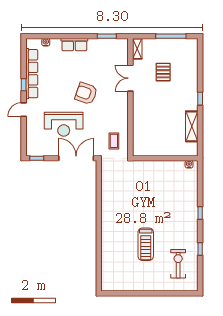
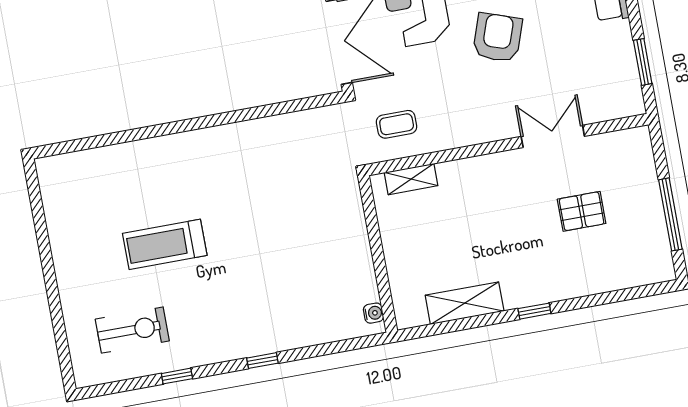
shelving: (137, 49) -> (411, 179), moved

